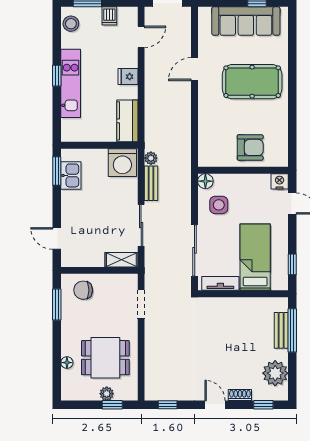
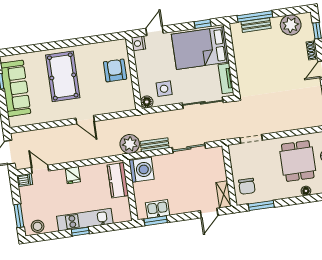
dishwasher: (109, 16) -> (25, 180), moved
door: (195, 69) -> (85, 120), moved
kitchen counter: (127, 121) -> (118, 180), moved, turned 90
plant: (151, 158) -> (130, 144), width x1.88, depth x1.88
bed: (255, 257) -> (200, 48), width x1.50
shelving: (121, 260) -> (223, 194), moved

